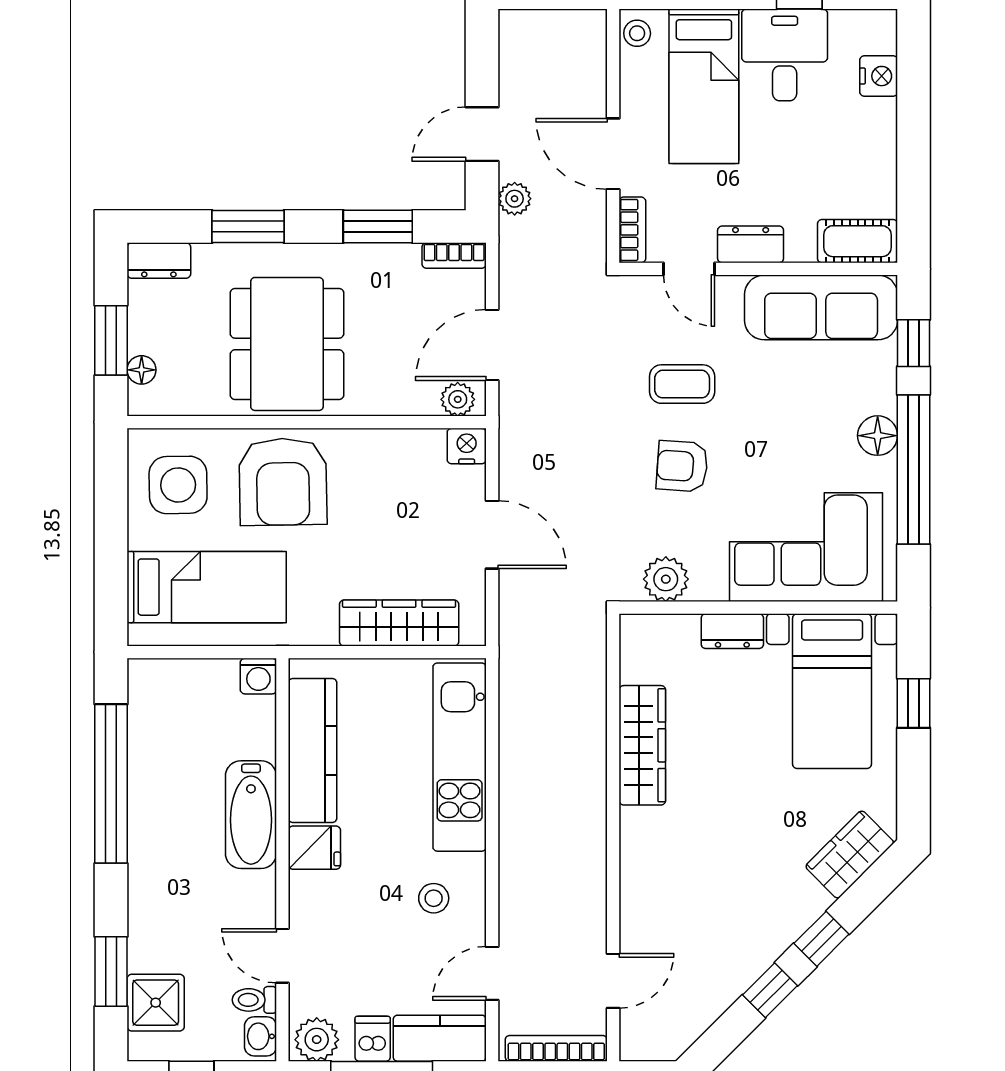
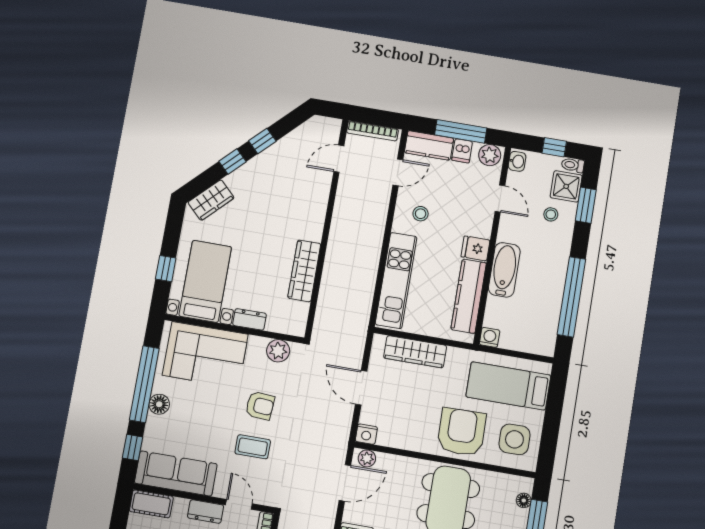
stool: (177, 941) -> (551, 214), added
toilet: (254, 1000) -> (573, 165), moved, turned 180

